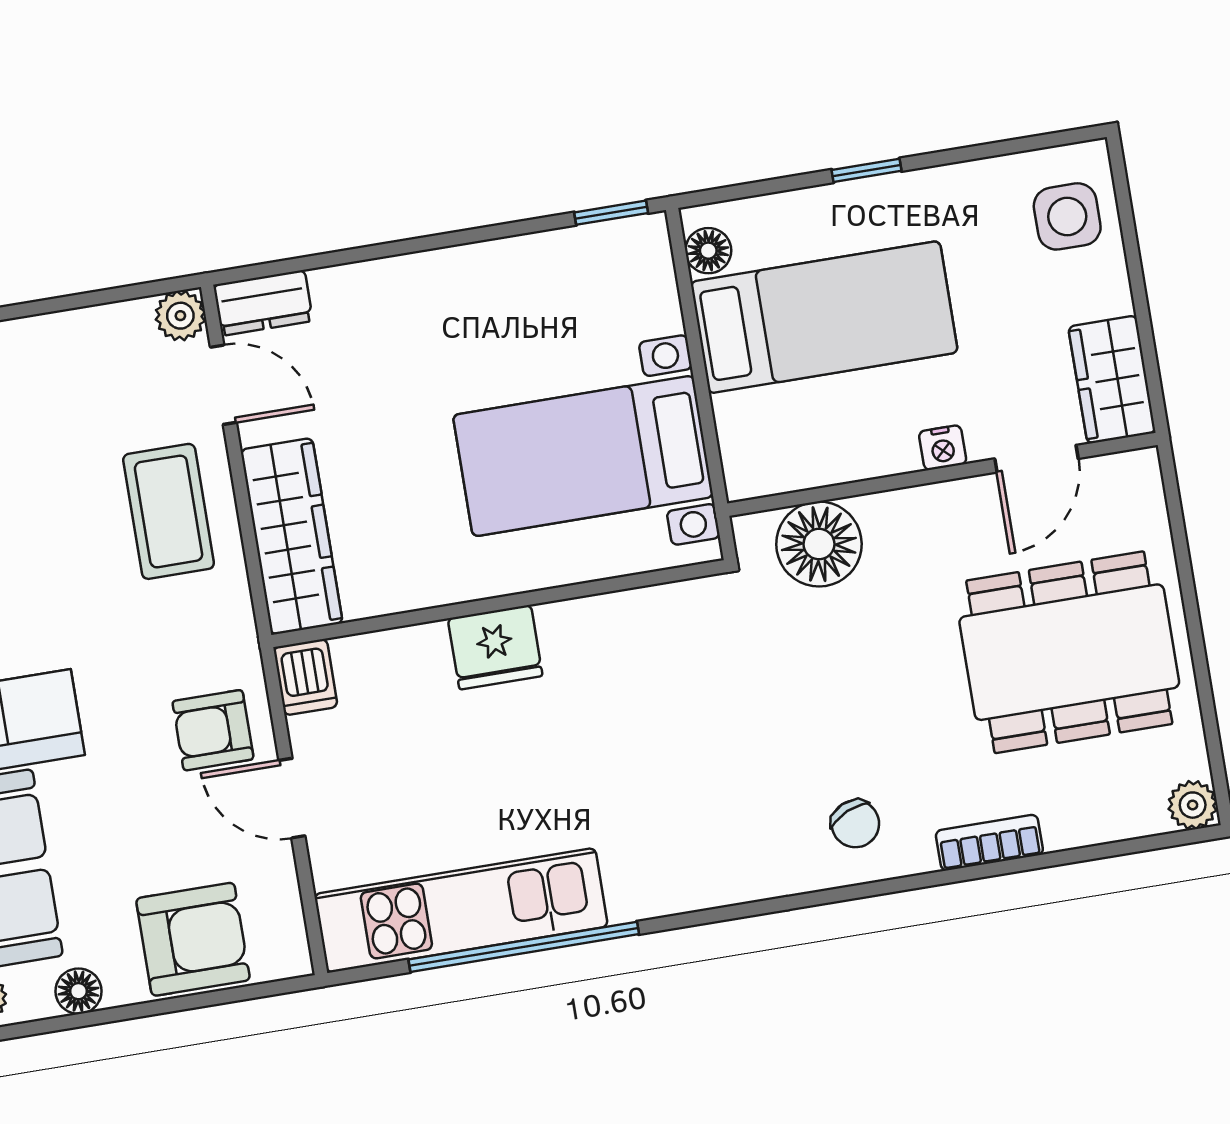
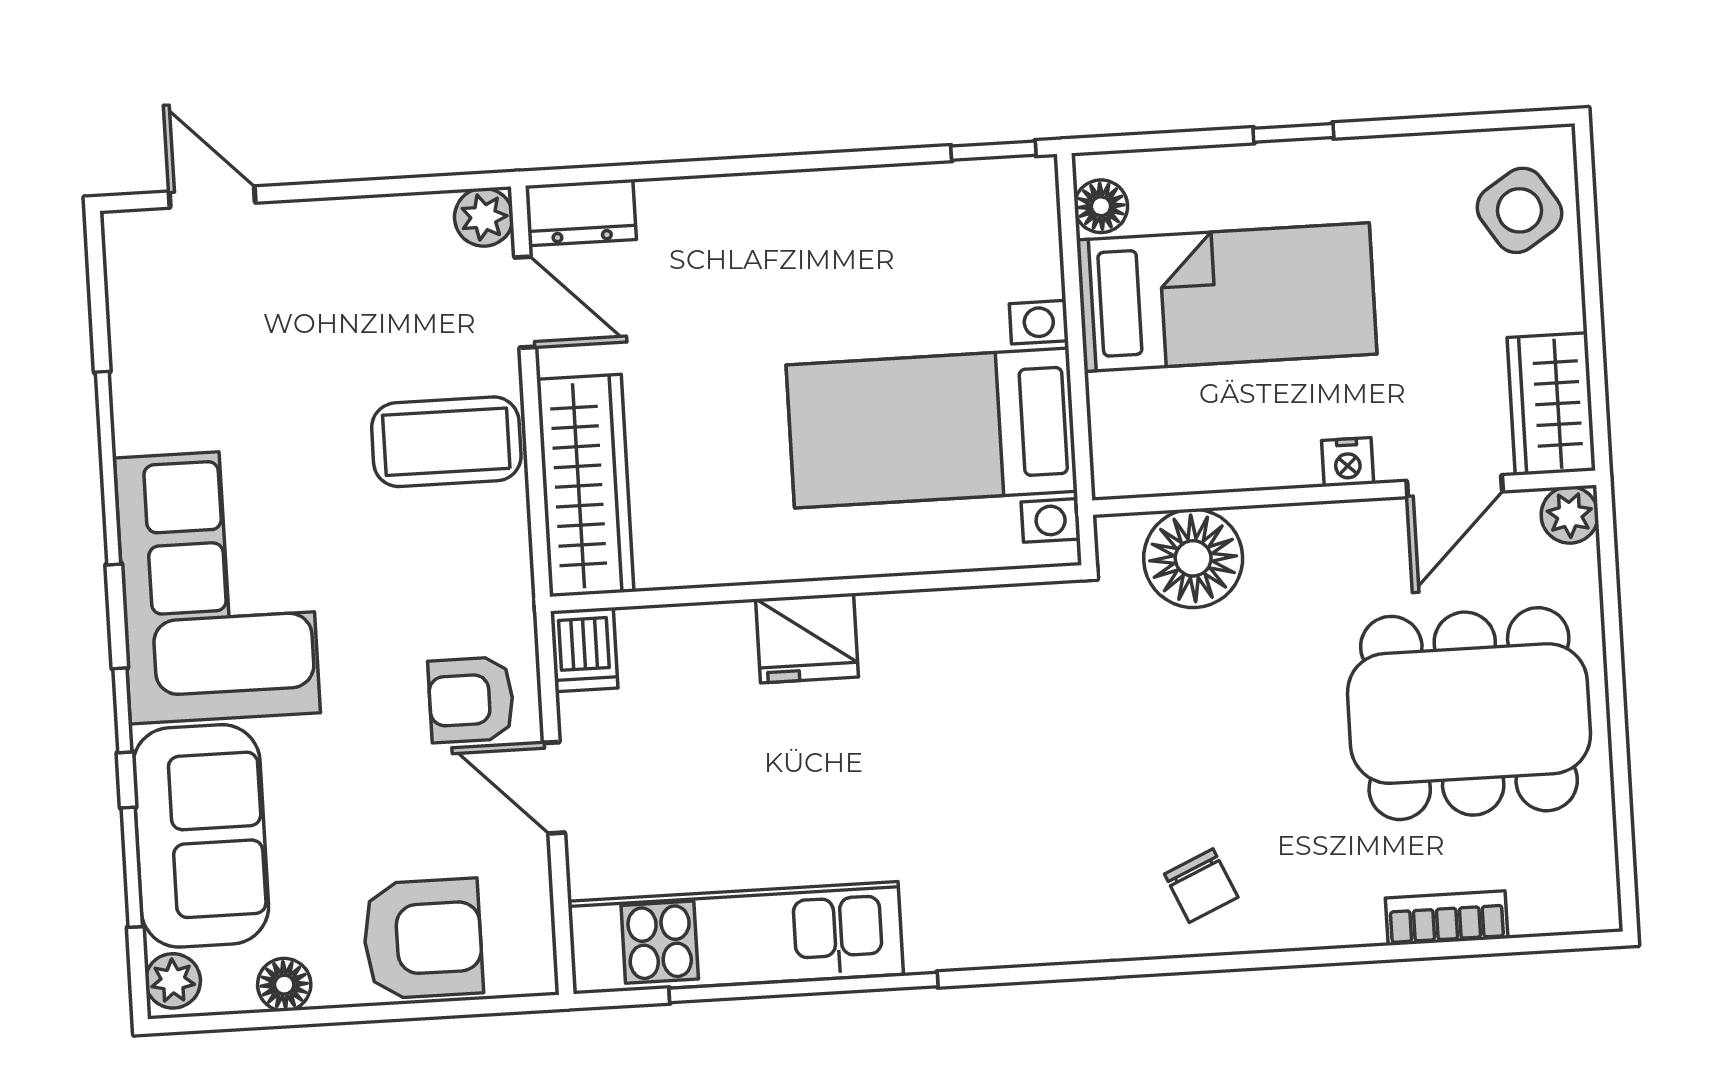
side table: (1067, 216) -> (1519, 210), turned -33
coffee table: (169, 511) -> (446, 442), turned 90
plant: (1193, 805) -> (1570, 515), moved
bookcase: (989, 843) -> (1447, 918), moved

